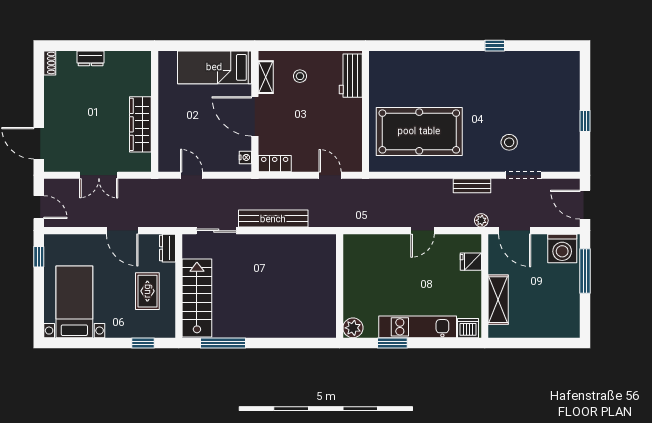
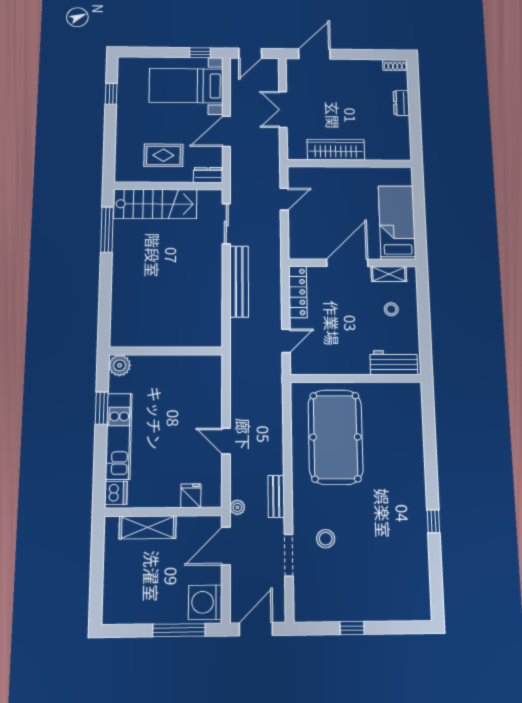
nightstand: (245, 157) -> (304, 253), removed
locker: (275, 164) -> (298, 292), width x1.53
bed with nightstands: (74, 302) -> (186, 86), moved, turned 180
window: (143, 343) -> (111, 94), moved

